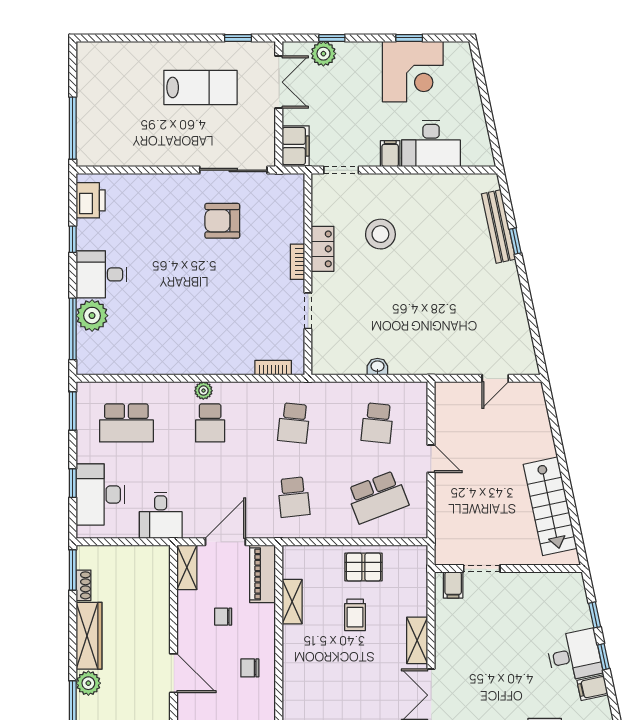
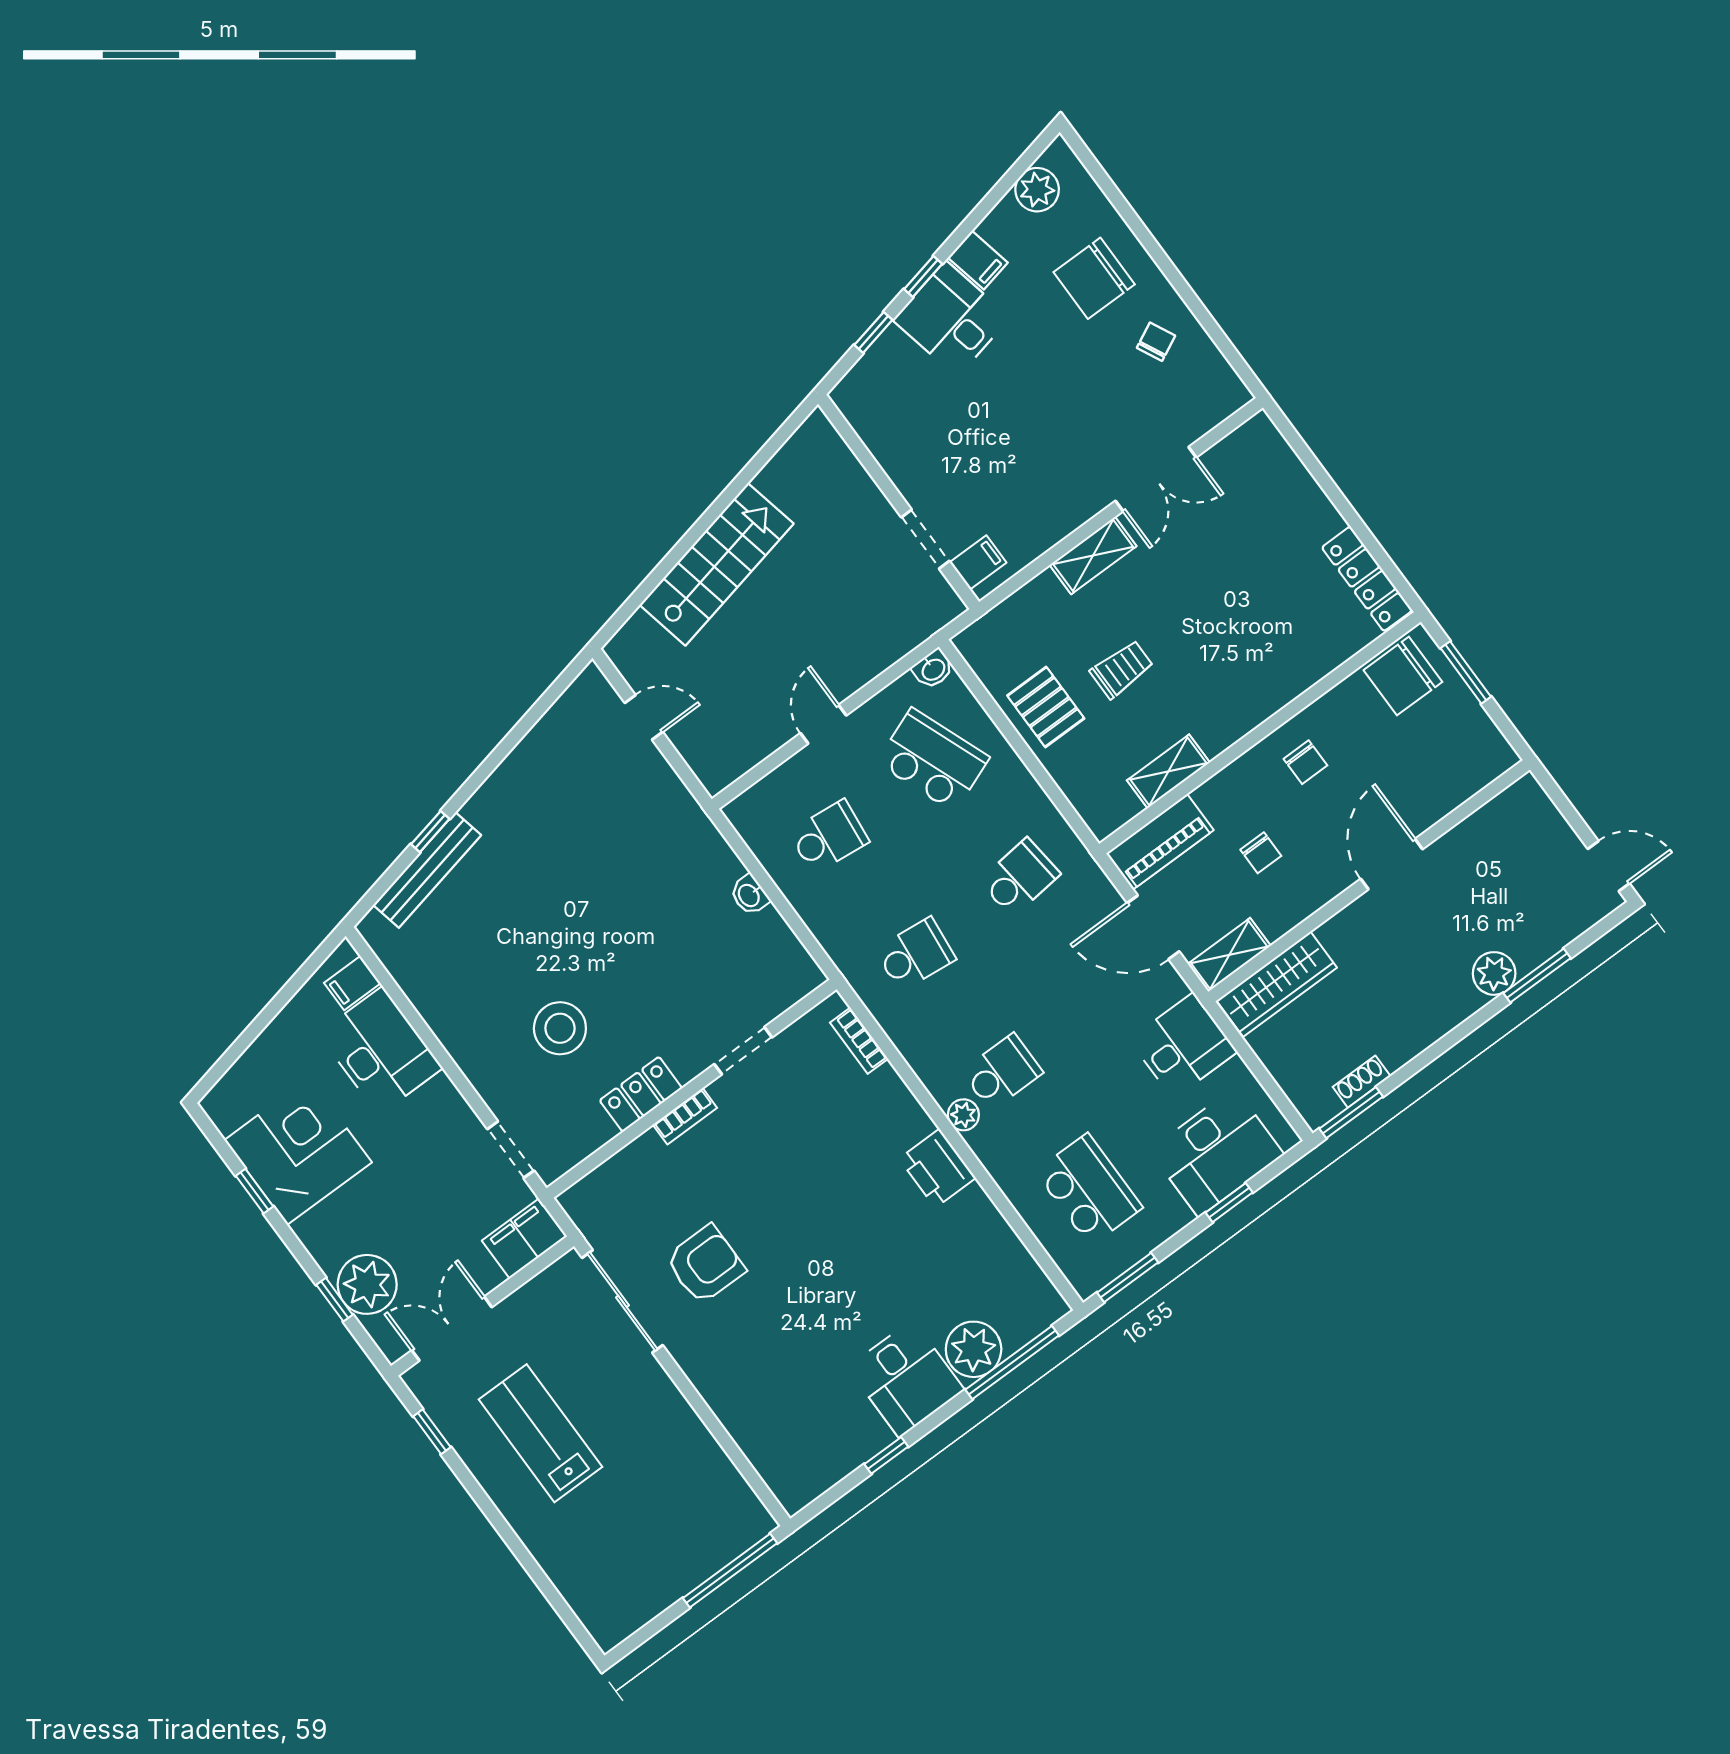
plant: (323, 54) -> (367, 1284), width x1.36, depth x1.36
filing cabinet: (390, 154) -> (352, 983), moved
printer: (91, 200) -> (937, 1168), moved, turned -90
armchair: (222, 221) -> (705, 1264), turned -90
stairs: (550, 506) -> (717, 564), moved
washbasin: (419, 528) -> (933, 669), added
wardrobe: (89, 636) -> (1277, 984), moved, turned 180

